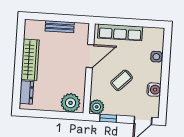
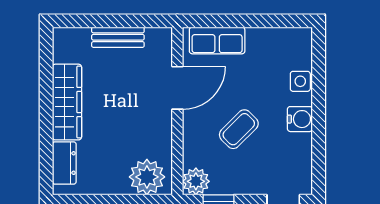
row of seats: (120, 32) -> (217, 40), width x0.68
water cooler: (154, 90) -> (300, 119), moved

